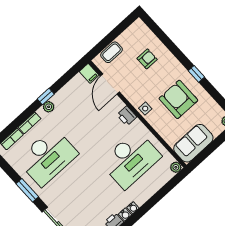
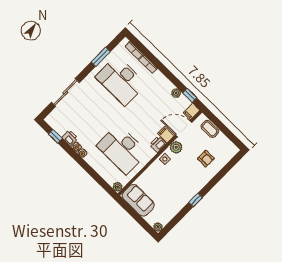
plant: (132, 94) -> (176, 147), added
window: (46, 96) -> (190, 95), moved
armchair: (178, 99) -> (174, 186), removed
filing cabinet: (116, 106) -> (166, 135), added
plant: (49, 107) -> (176, 93), moved
window: (27, 190) -> (101, 57), moved

